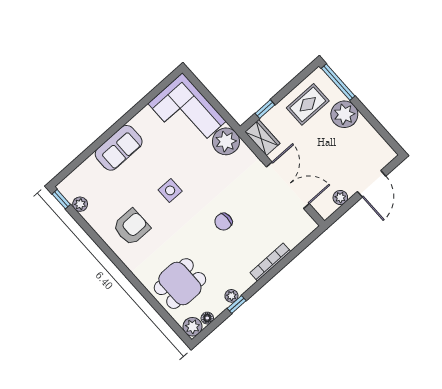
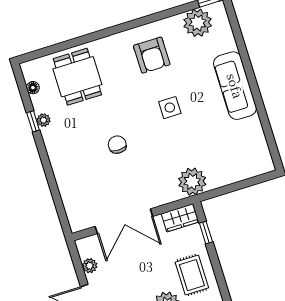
corner sofa: (187, 113) -> (236, 157), removed
sofa: (119, 148) -> (235, 86), width x1.36
plant: (80, 204) -> (198, 23), width x1.87, depth x1.87
bookcase: (270, 262) -> (59, 172), removed
plant: (192, 327) -> (31, 70), removed

